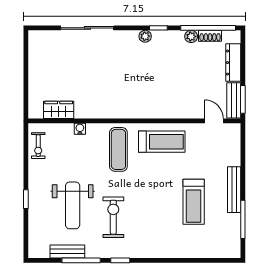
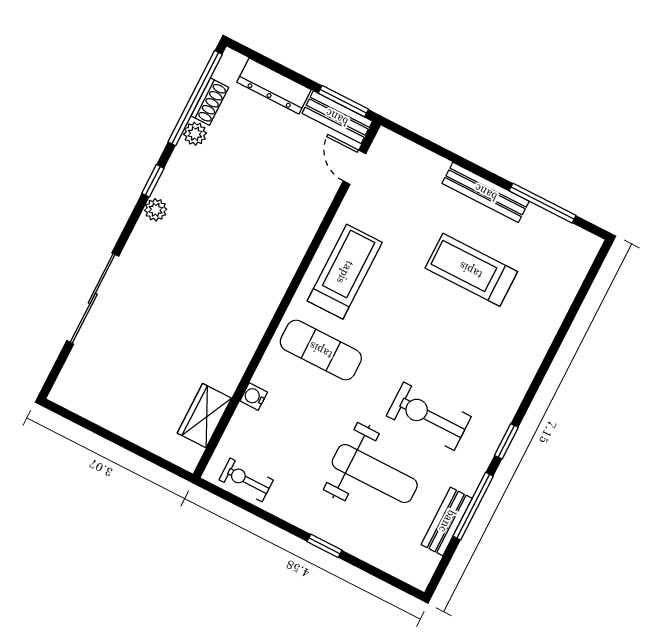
door: (214, 121) -> (354, 167), hinge flipped
exercise bike: (38, 146) -> (246, 480), turned 180
treadmill: (194, 202) -> (471, 270), turned 180

